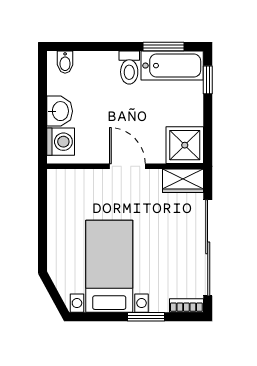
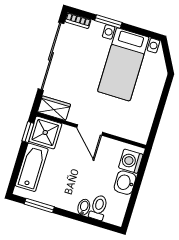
bidet: (65, 62) -> (84, 207), moved
bathtub: (172, 66) -> (32, 167), moved, turned 90
toilet: (129, 68) -> (98, 208), moved
window: (208, 80) -> (28, 132), moved

